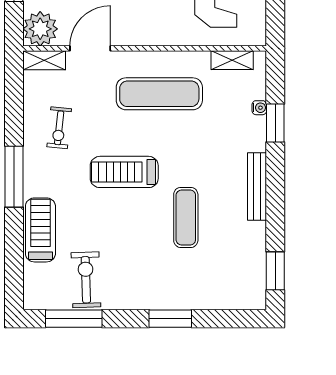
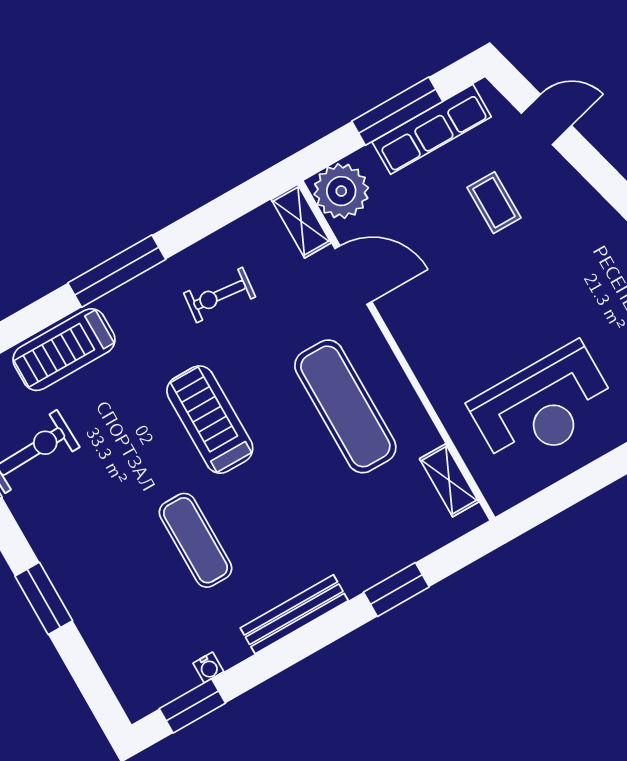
water cooler: (259, 108) -> (208, 667), moved
exercise mat: (186, 217) -> (196, 540), turned 90
treadmill: (40, 230) -> (64, 350), turned 180

